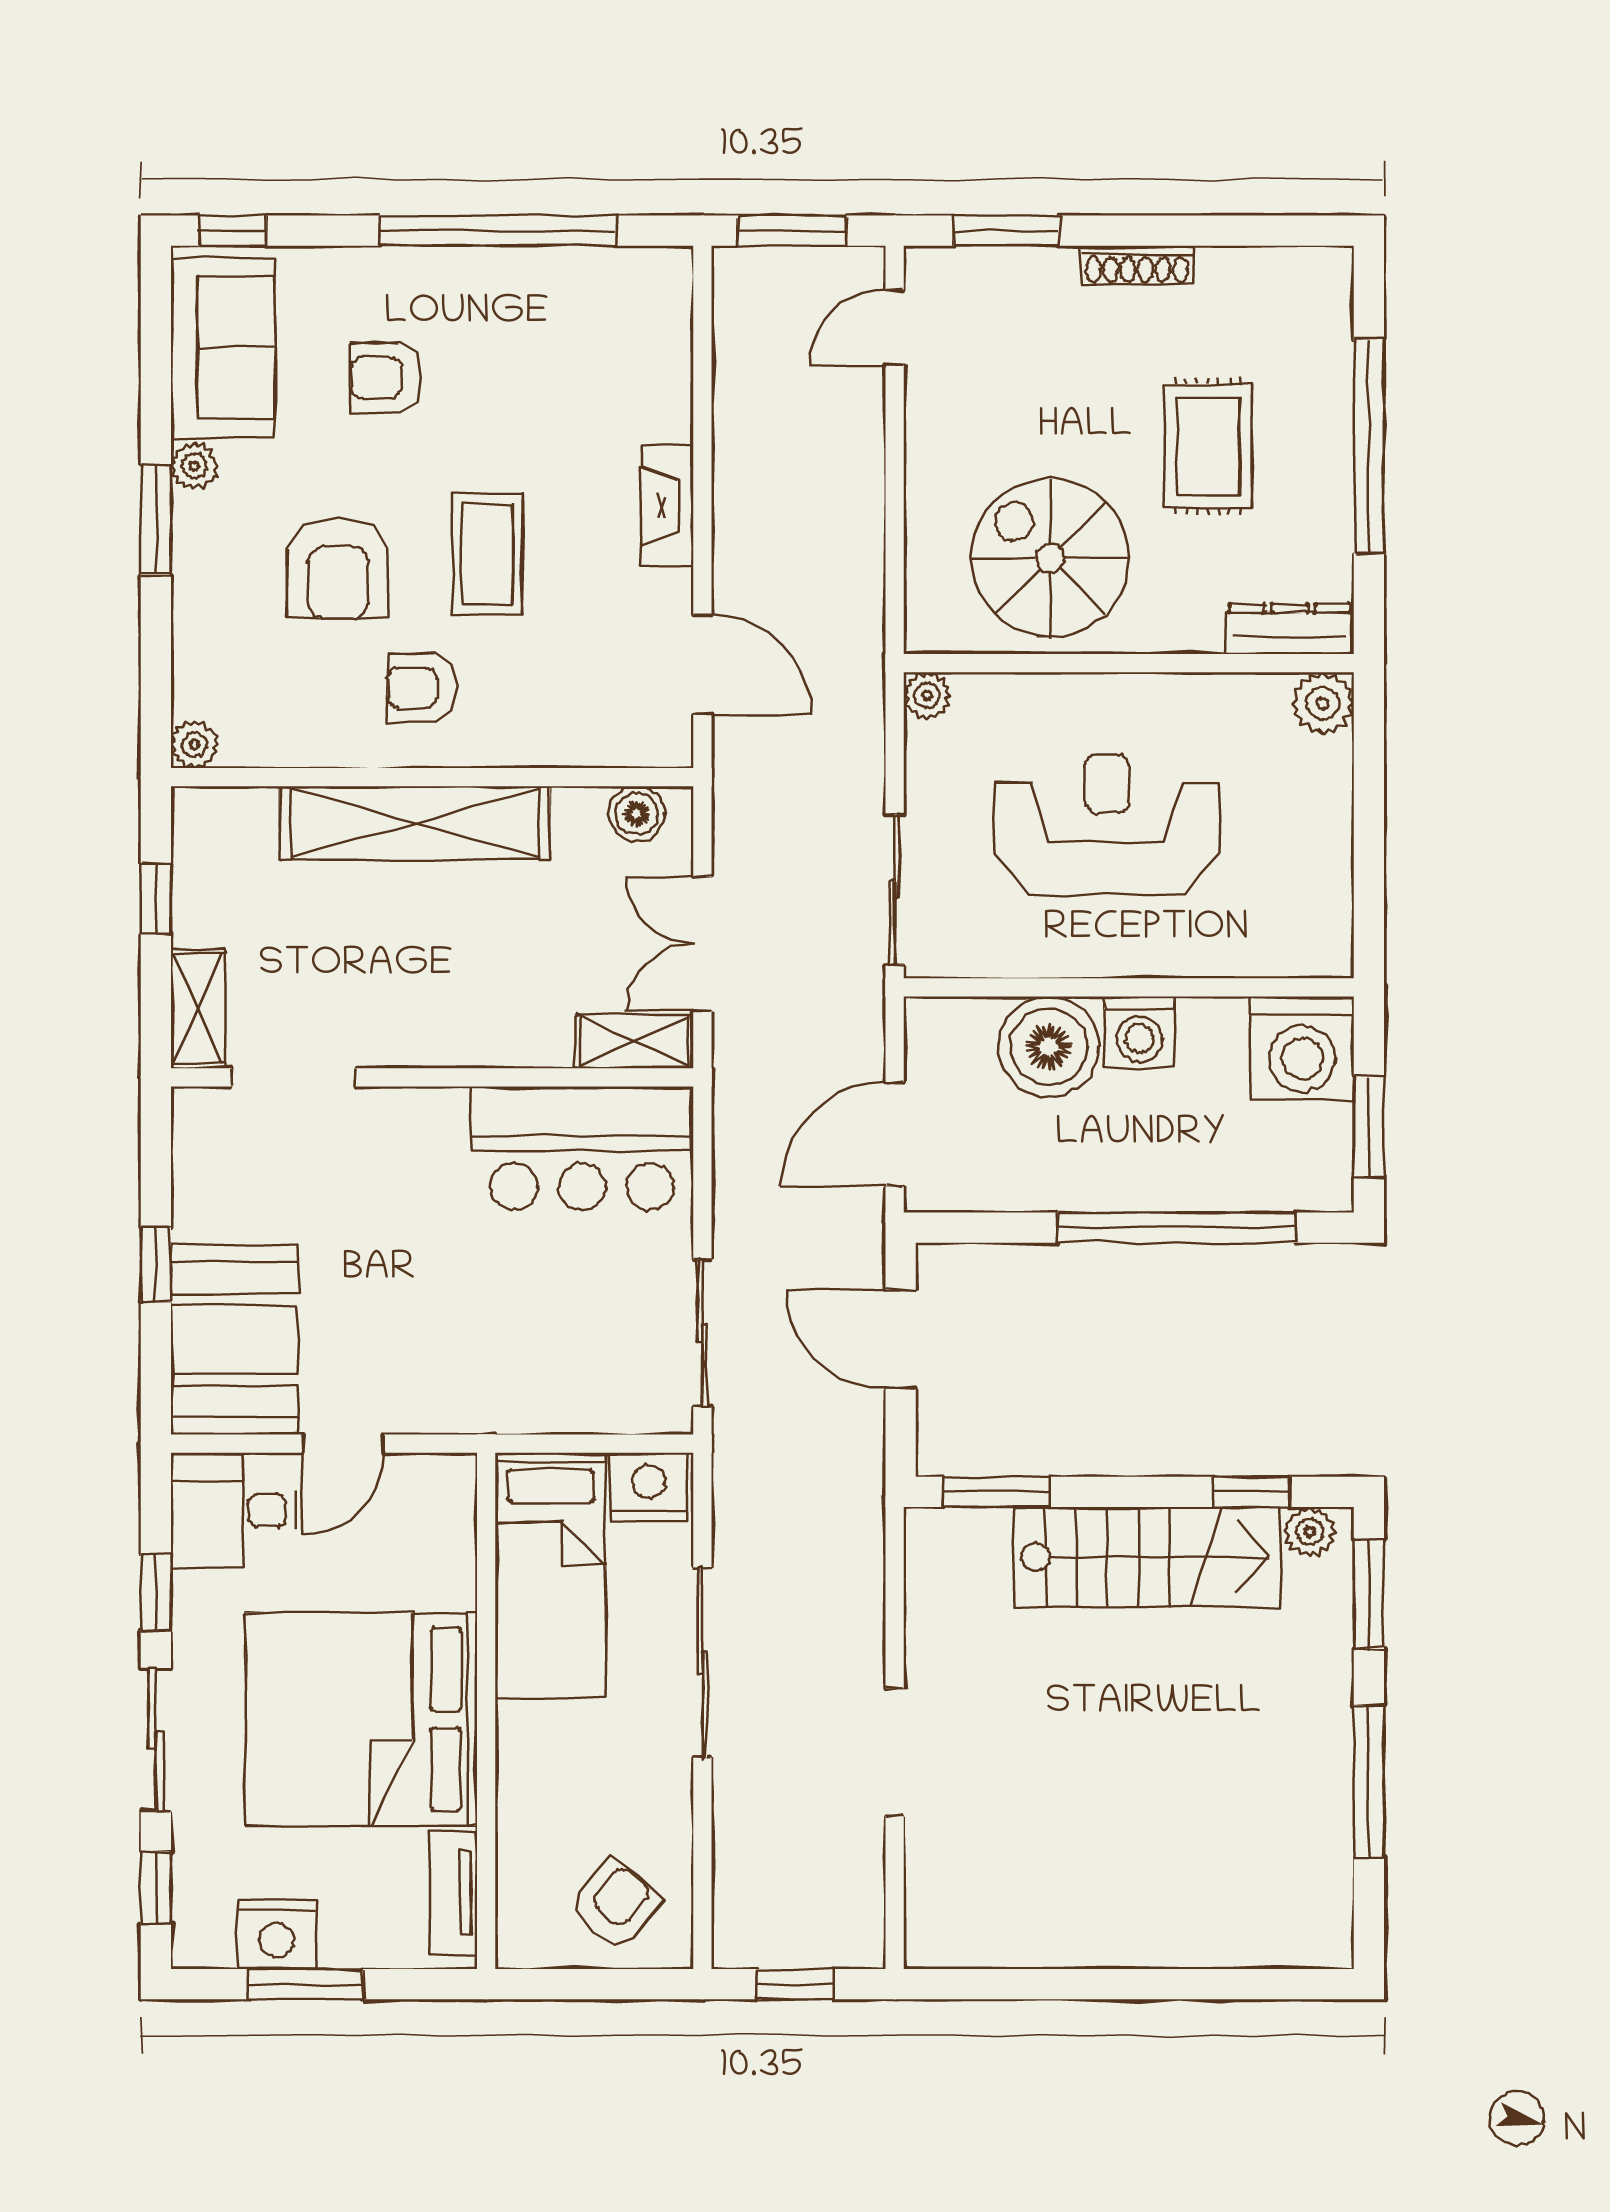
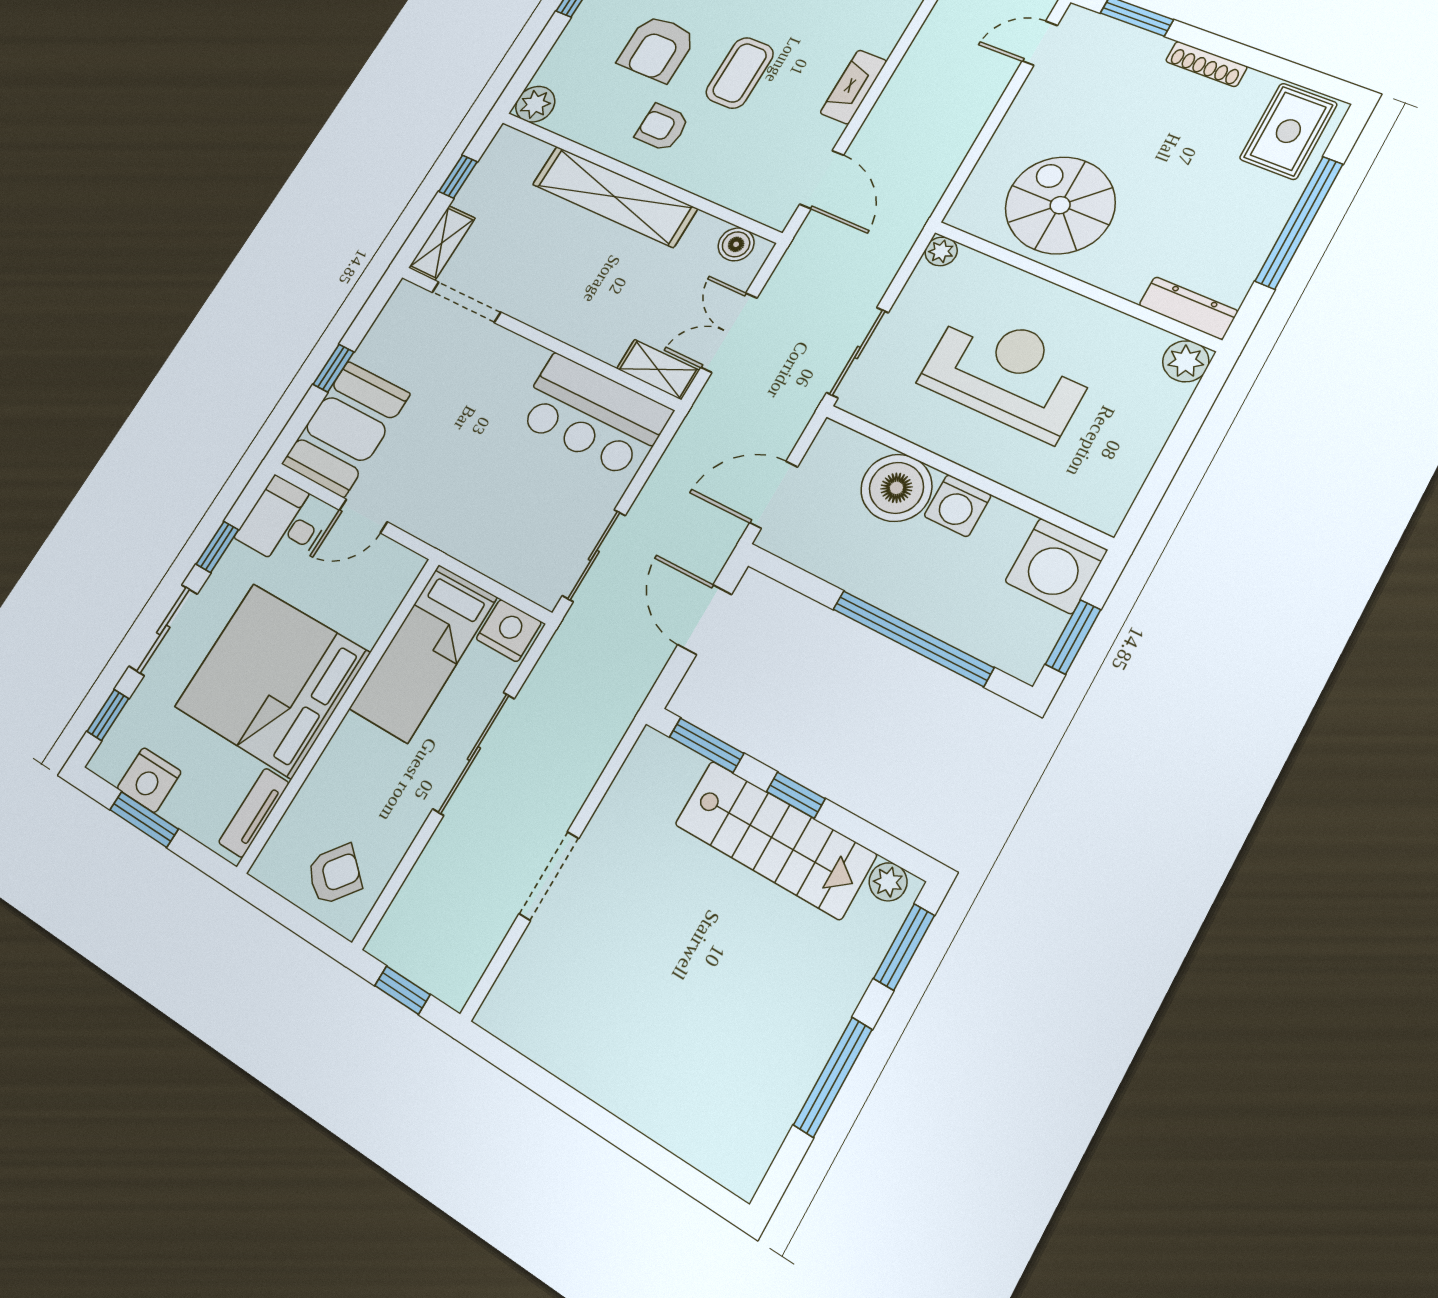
rug: (1208, 446) -> (1288, 131), moved
plant: (195, 744) -> (535, 104), width x1.38, depth x1.38
window: (1251, 1492) -> (796, 795), moved

